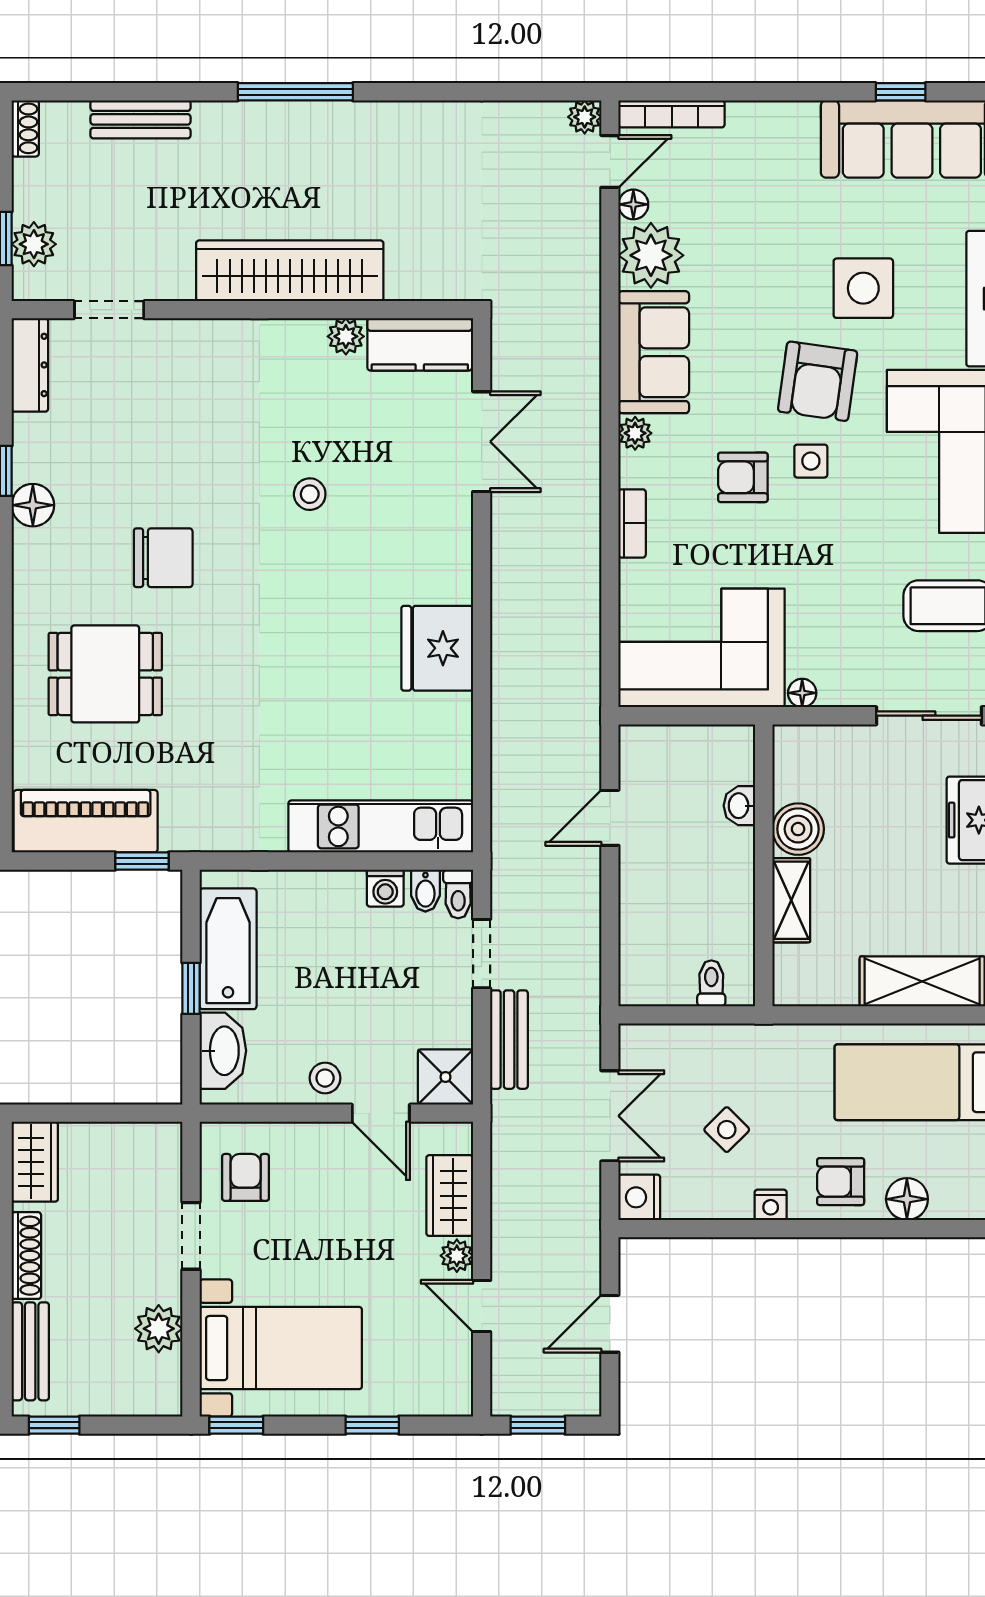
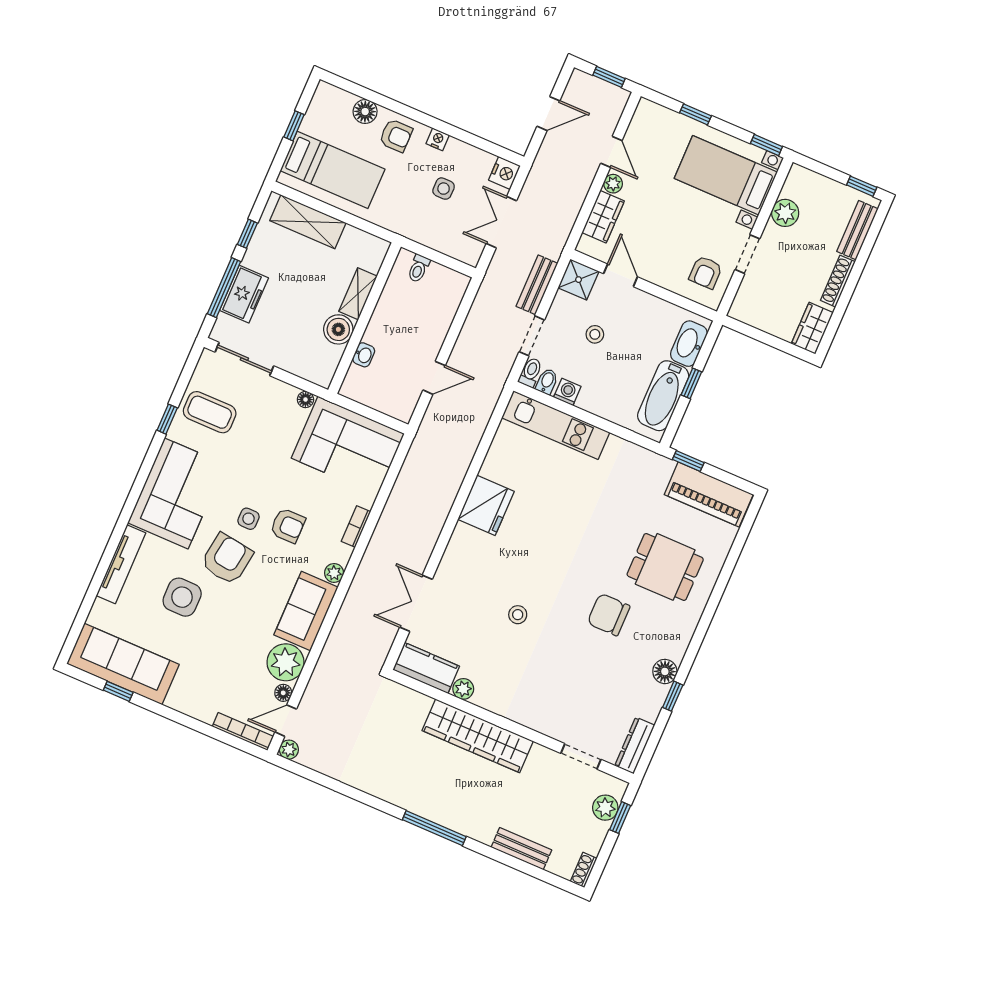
stool: (325, 1078) -> (595, 334), moved
side table: (727, 1130) -> (444, 189), turned 45

